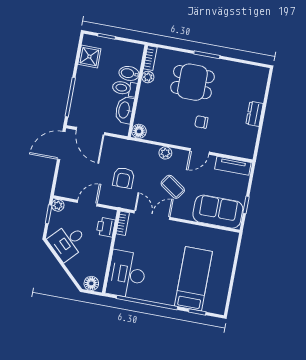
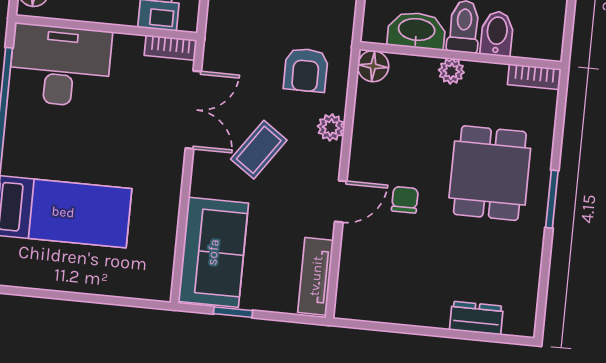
plant: (148, 77) -> (451, 71), moved
dresser: (255, 114) -> (476, 318), moved
door: (200, 151) -> (341, 201), swing flipped
armchair: (124, 178) -> (306, 70), moved, turned -90

